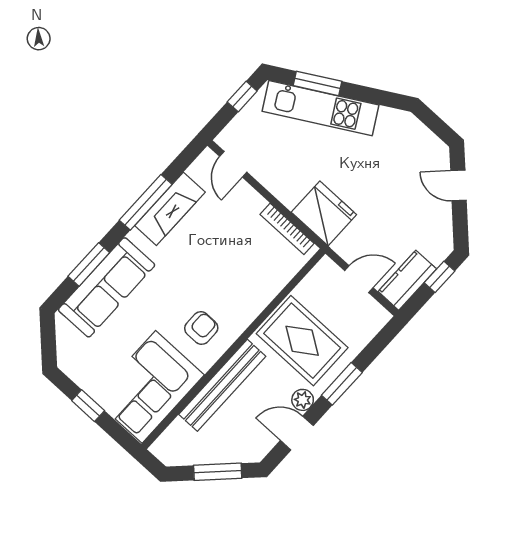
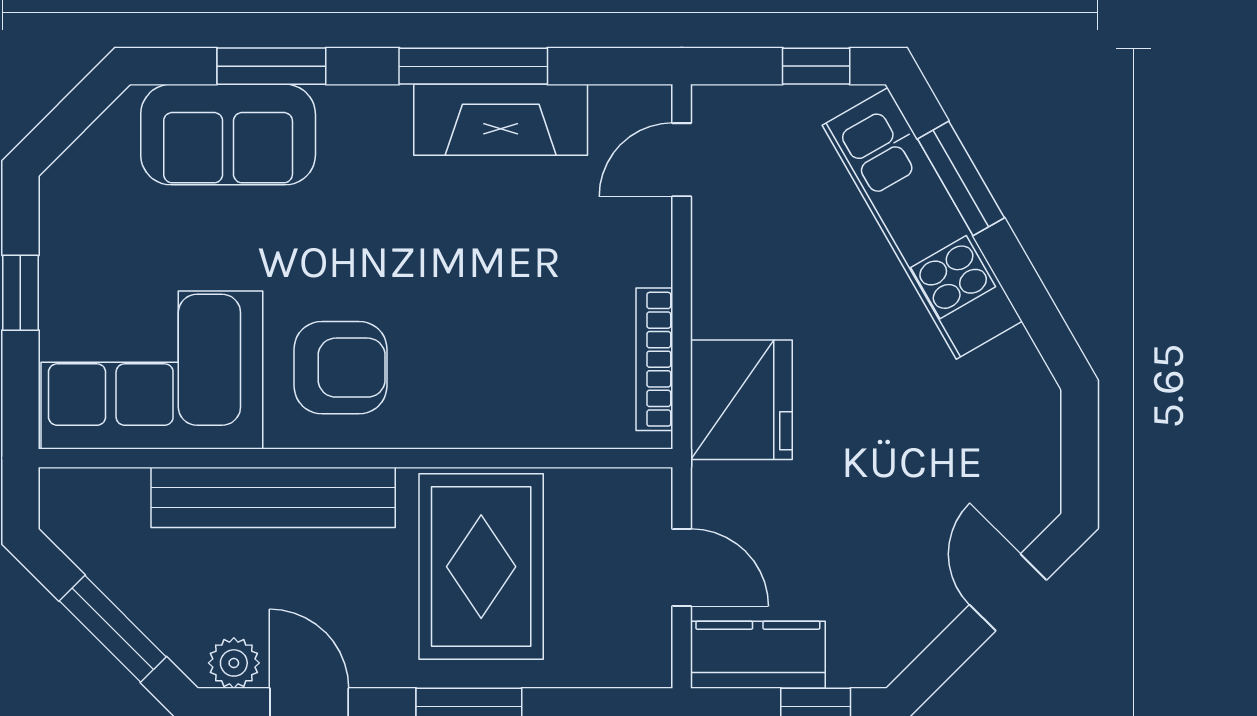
sofa: (107, 287) -> (228, 135), width x0.73
armchair: (201, 328) -> (341, 368), width x1.38, depth x1.38
plant: (303, 400) -> (234, 663), moved

